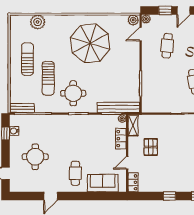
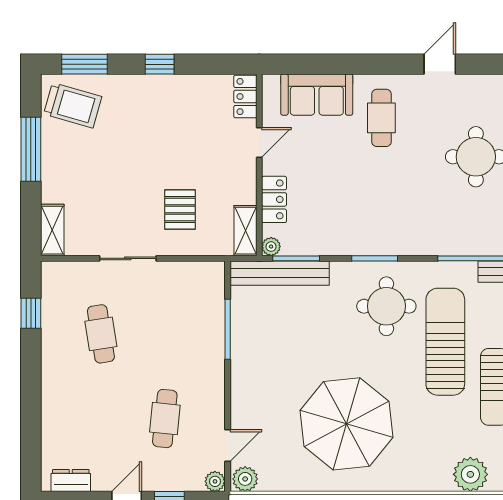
sun lounger: (48, 78) -> (445, 342), width x1.36, depth x1.34
pallet: (151, 147) -> (180, 210), moved

